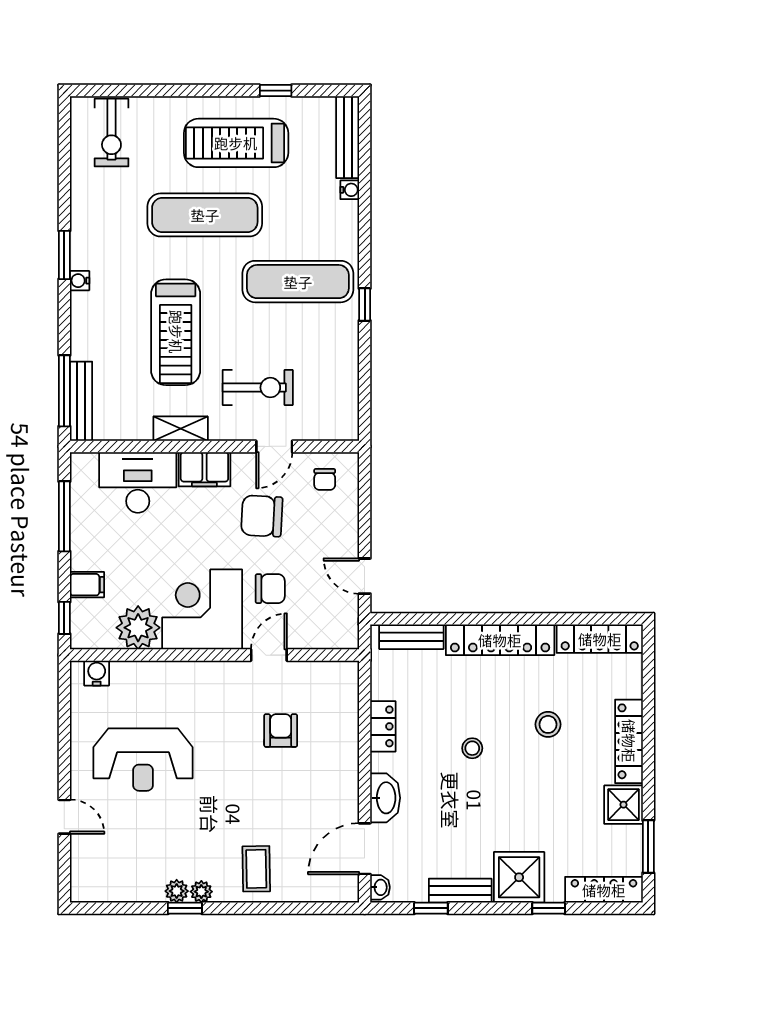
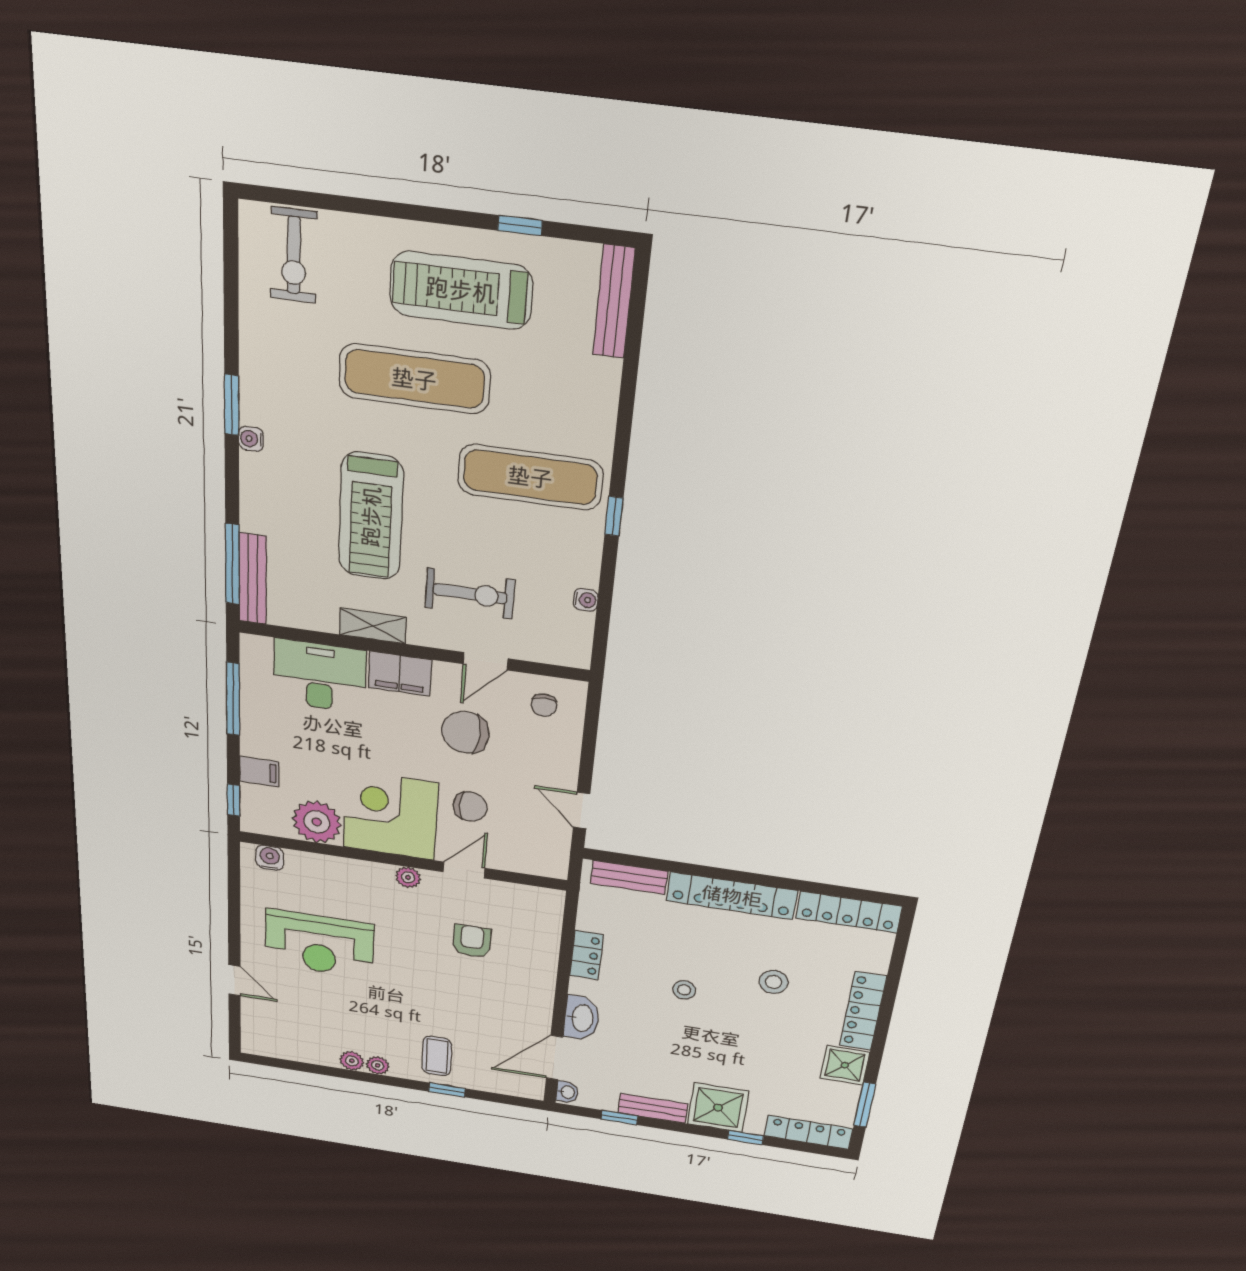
water cooler: (350, 190) -> (586, 600), moved
plant: (220, 672) -> (408, 877), added
window: (185, 908) -> (447, 1090), moved

